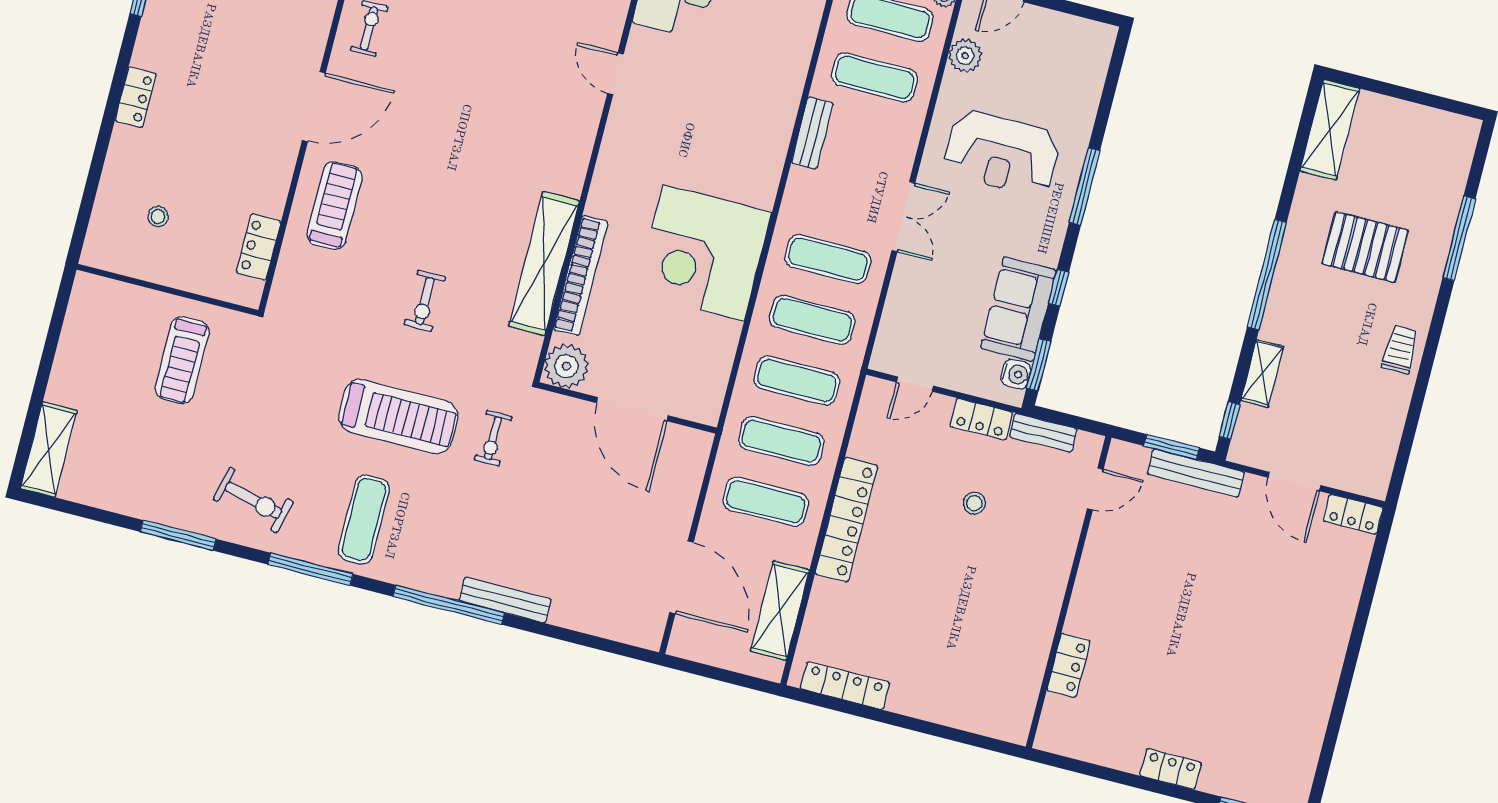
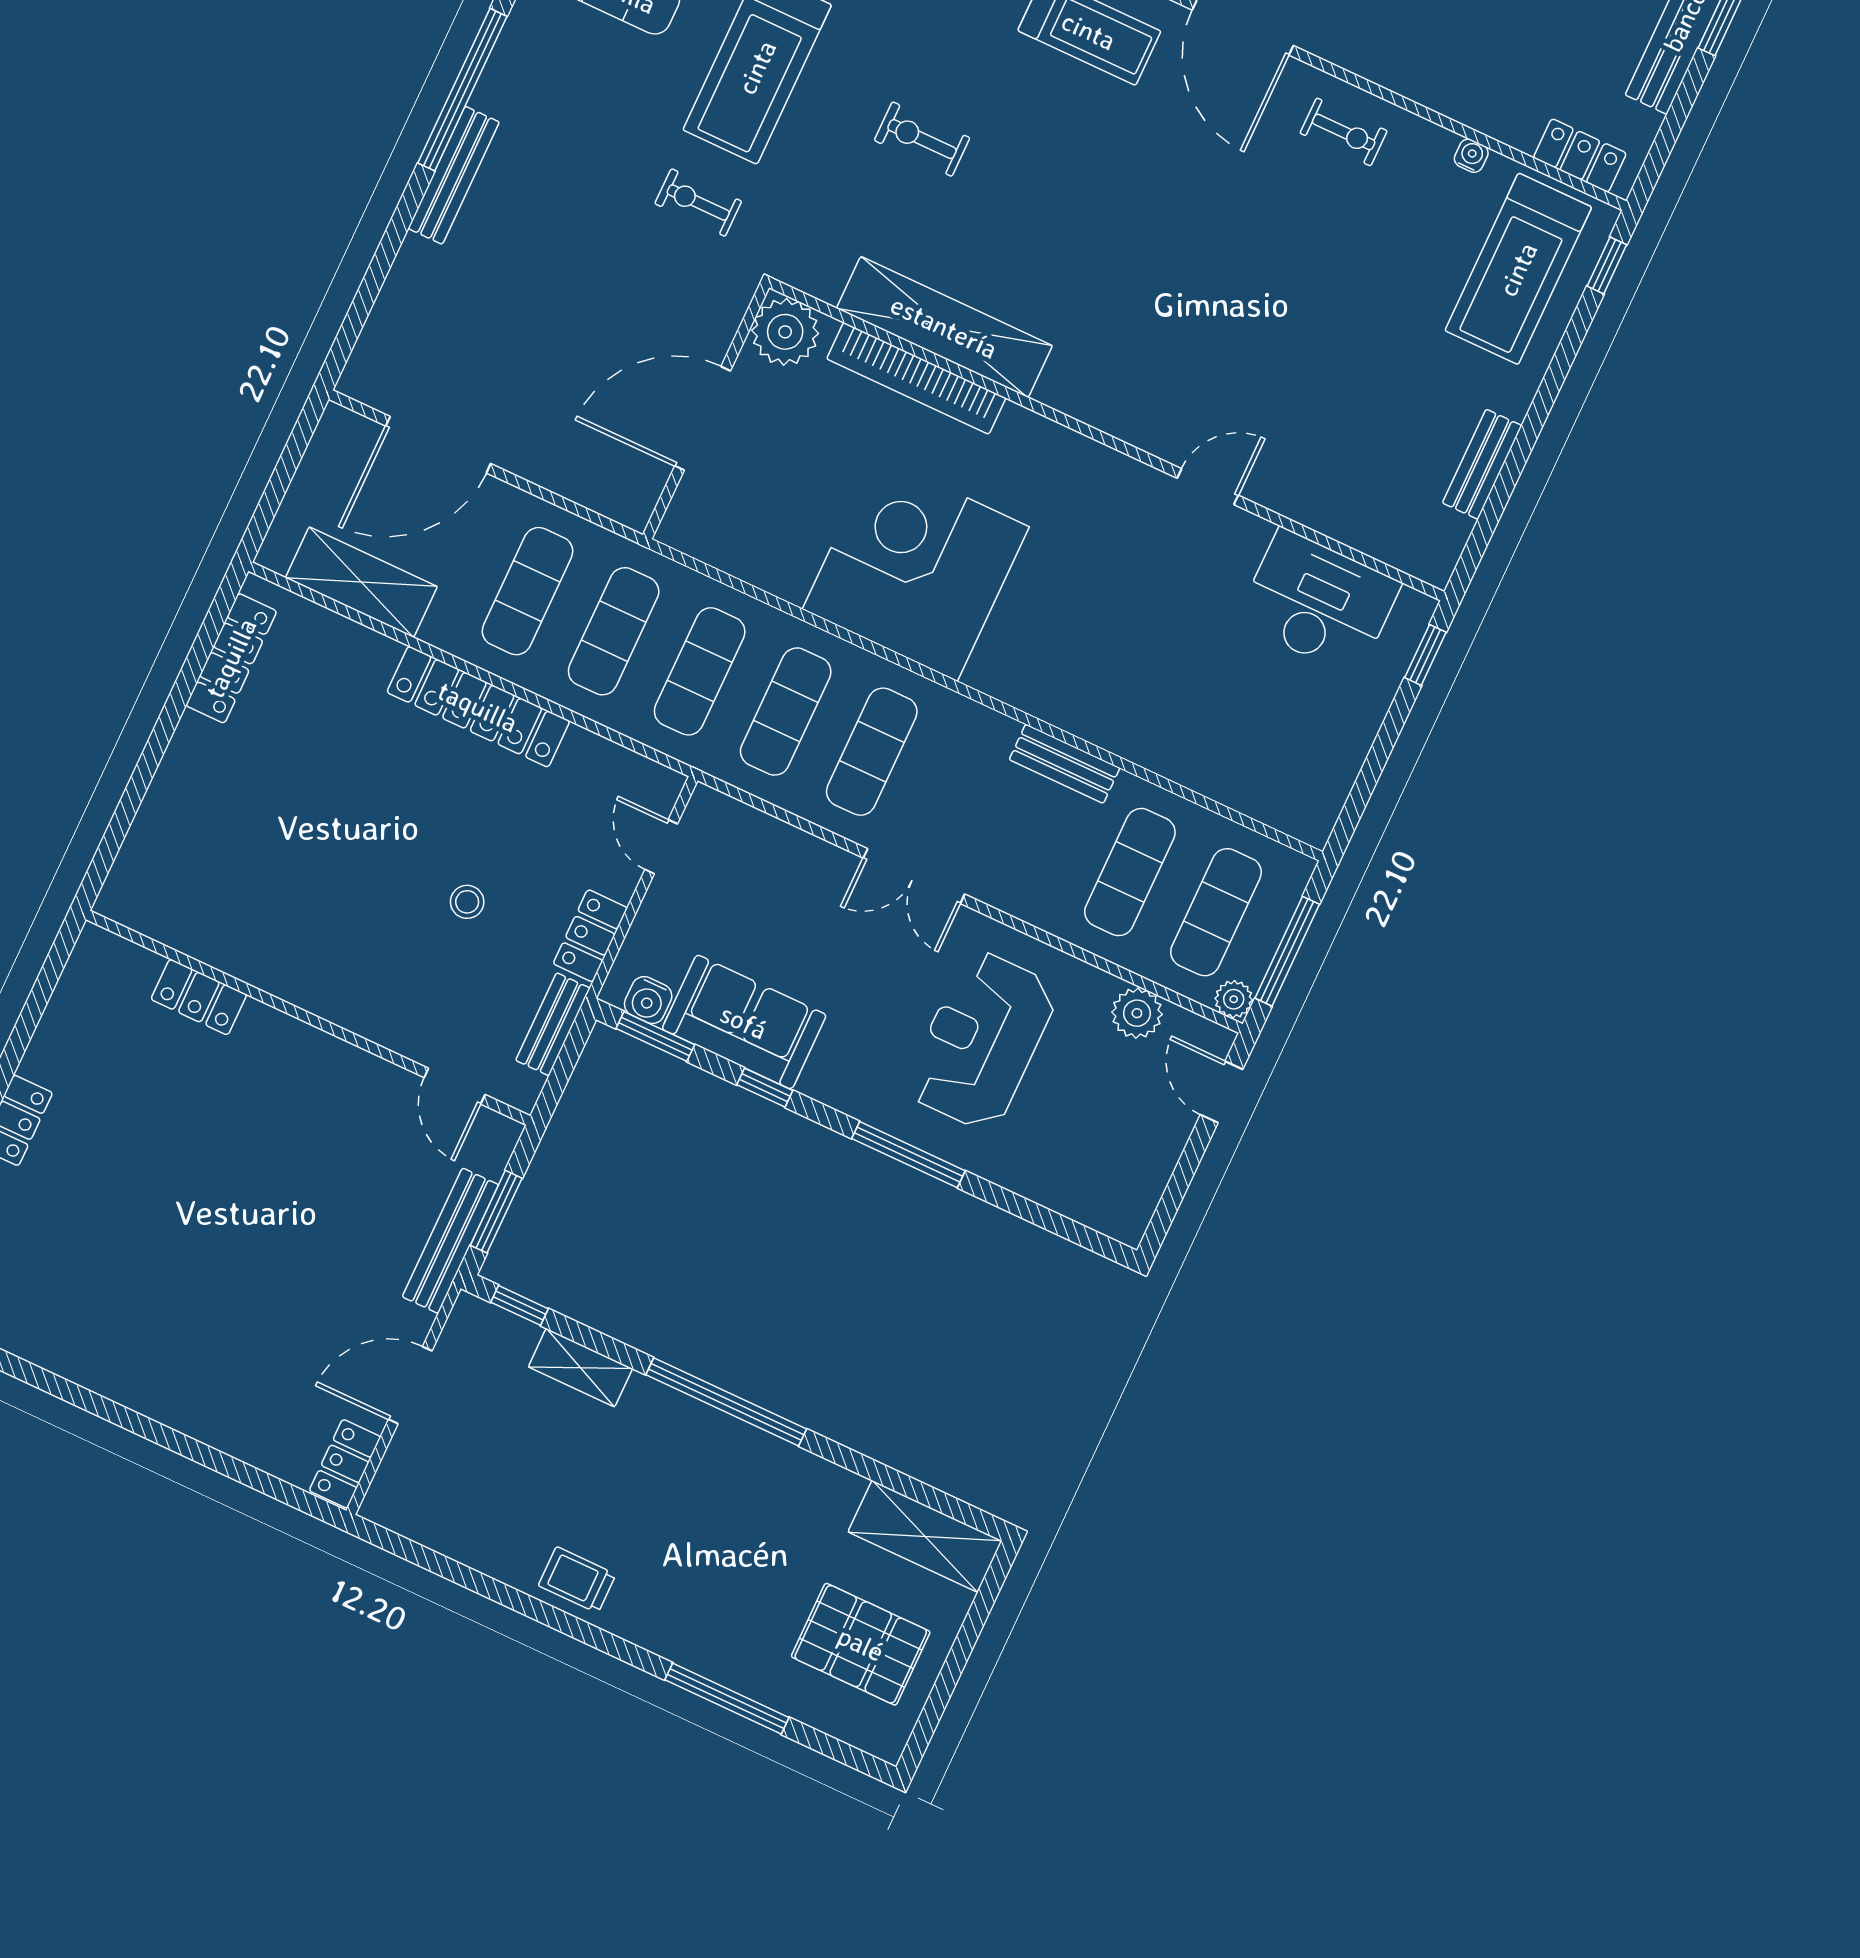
pallet: (1365, 247) -> (861, 1644), moved, turned 90
trolley: (1400, 350) -> (577, 1580), turned 180

